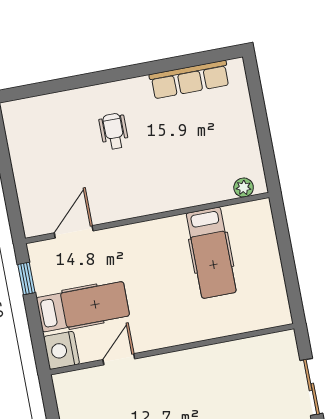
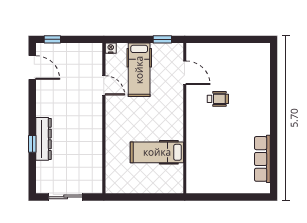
wheelchair: (114, 131) -> (218, 99), moved
plant: (244, 187) -> (192, 179), removed
nightstand: (61, 350) -> (111, 48), width x0.53, depth x0.56

